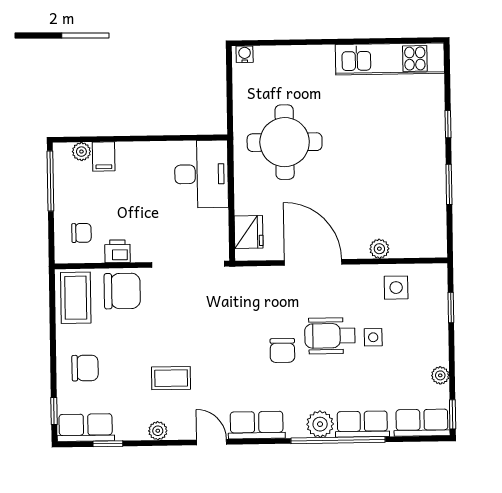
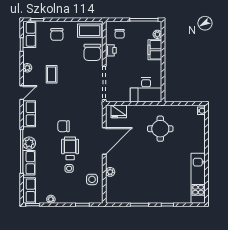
round table: (285, 142) -> (160, 129), width x0.73, depth x0.73
filing cabinet: (104, 157) -> (155, 50), width x2.00

